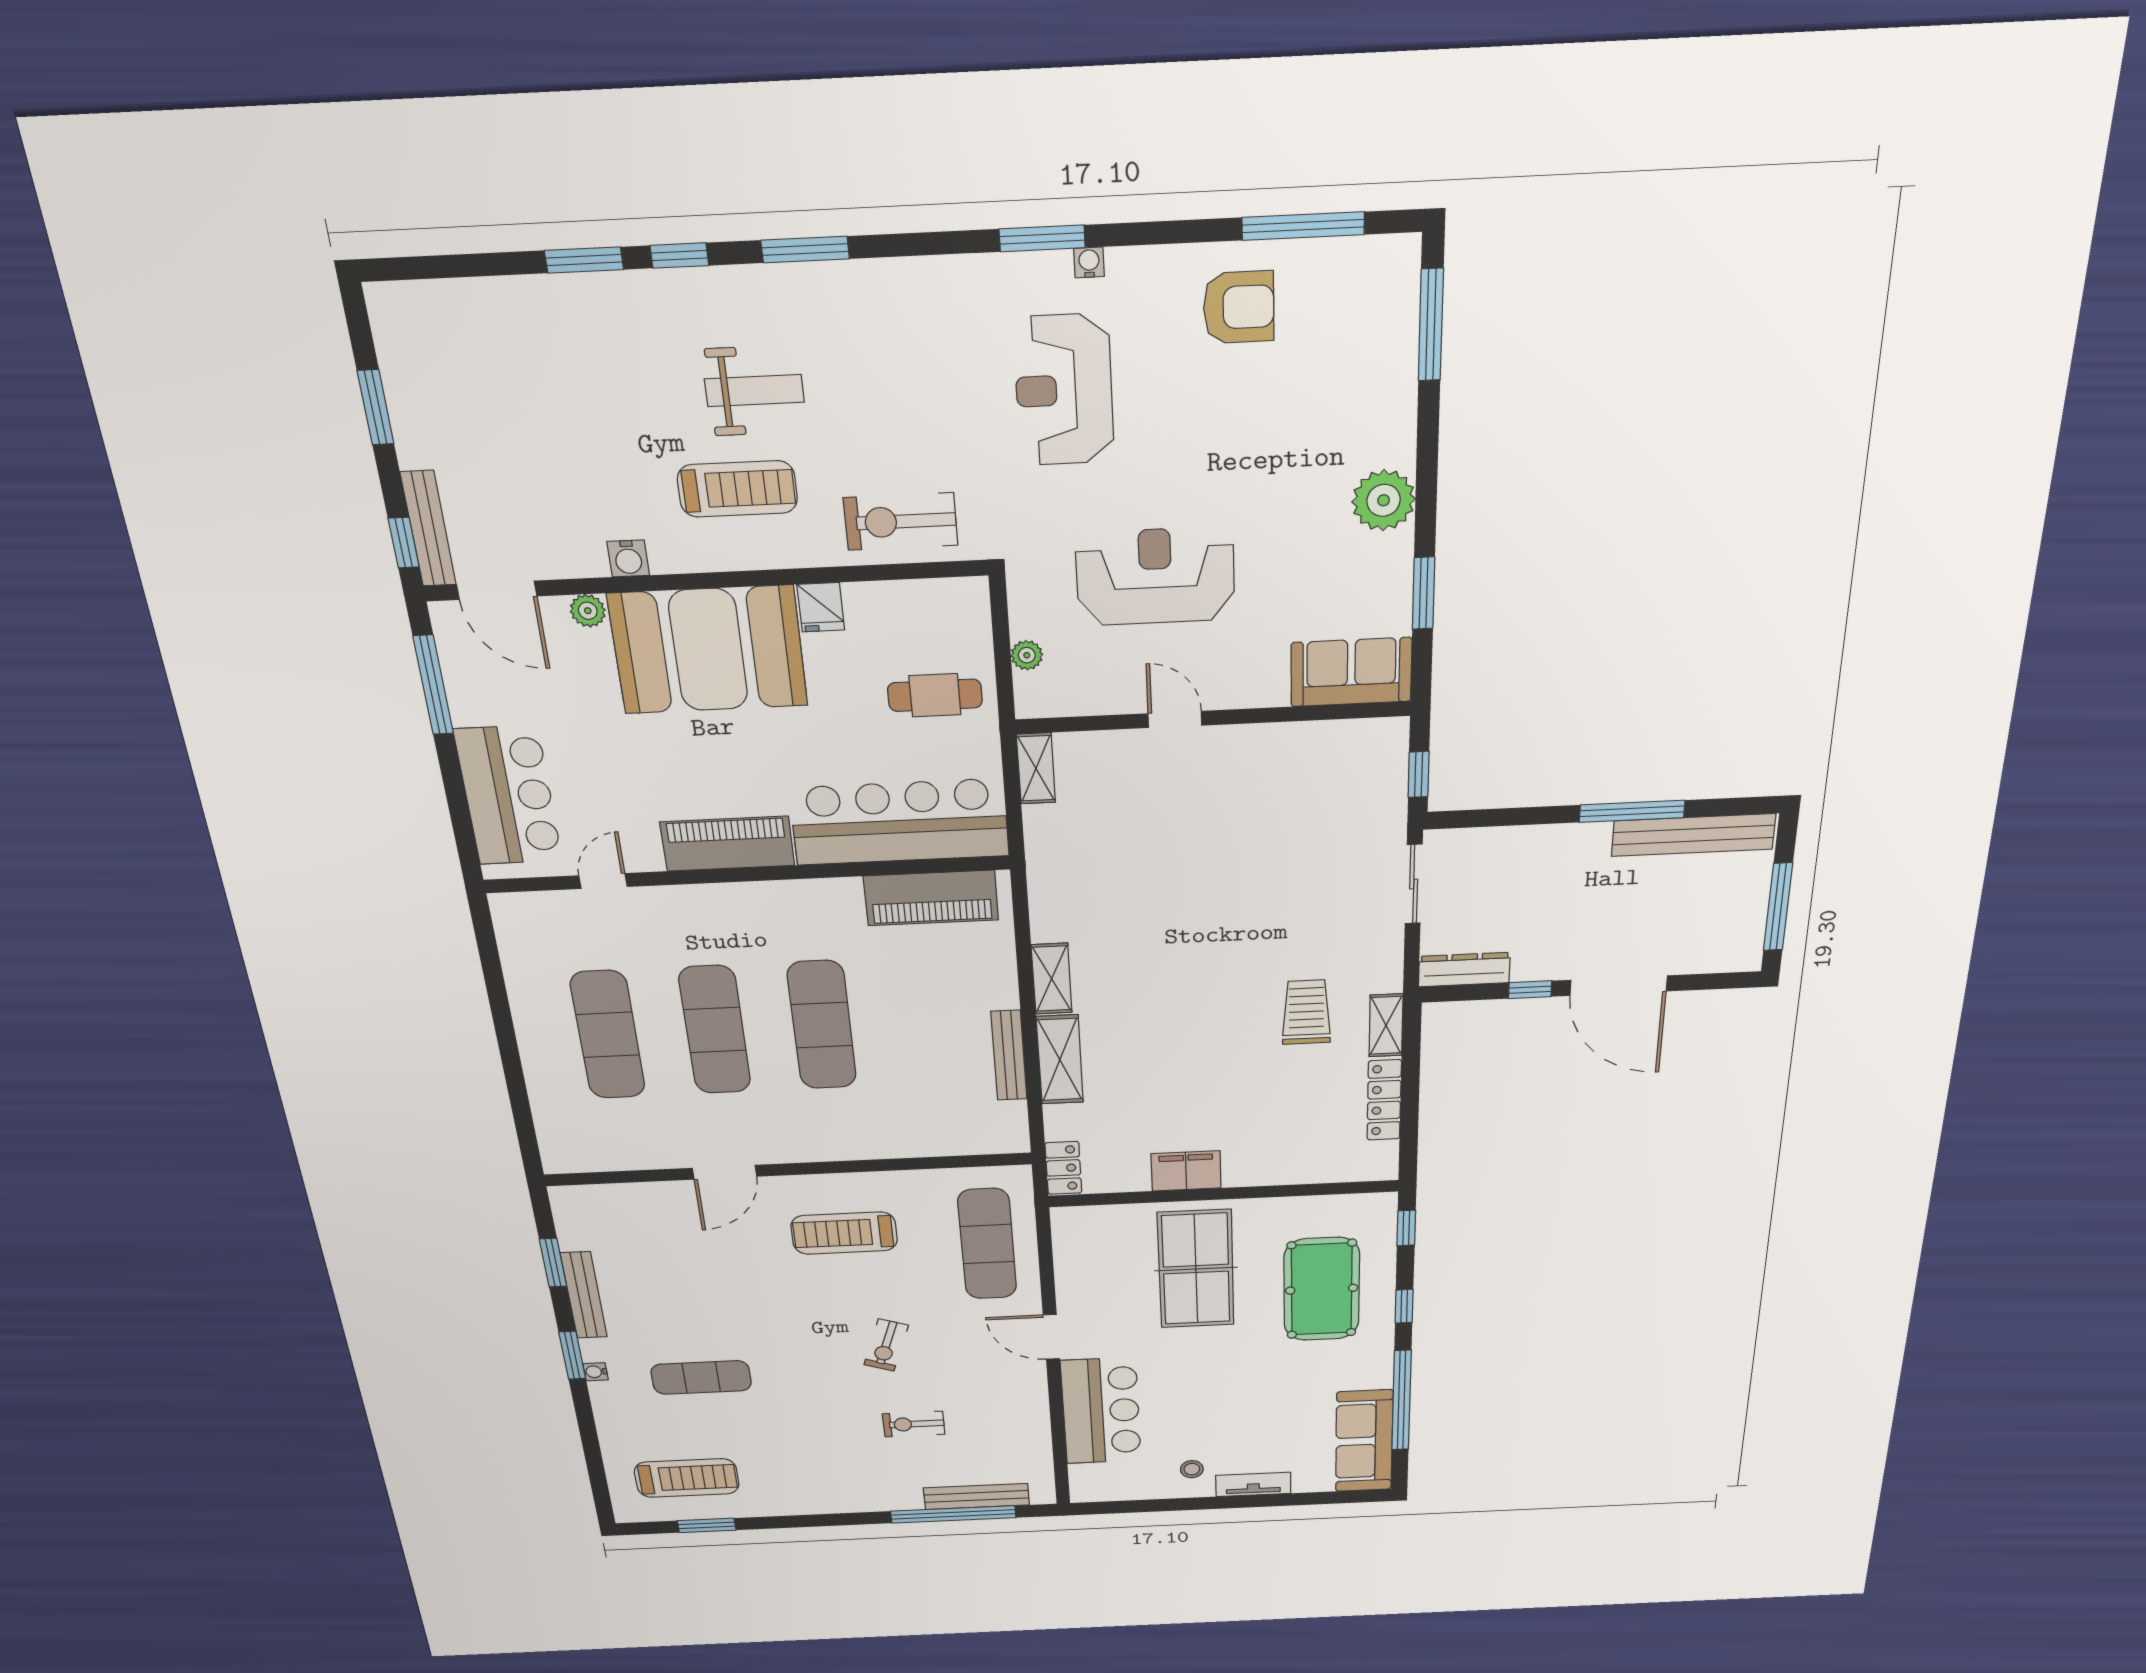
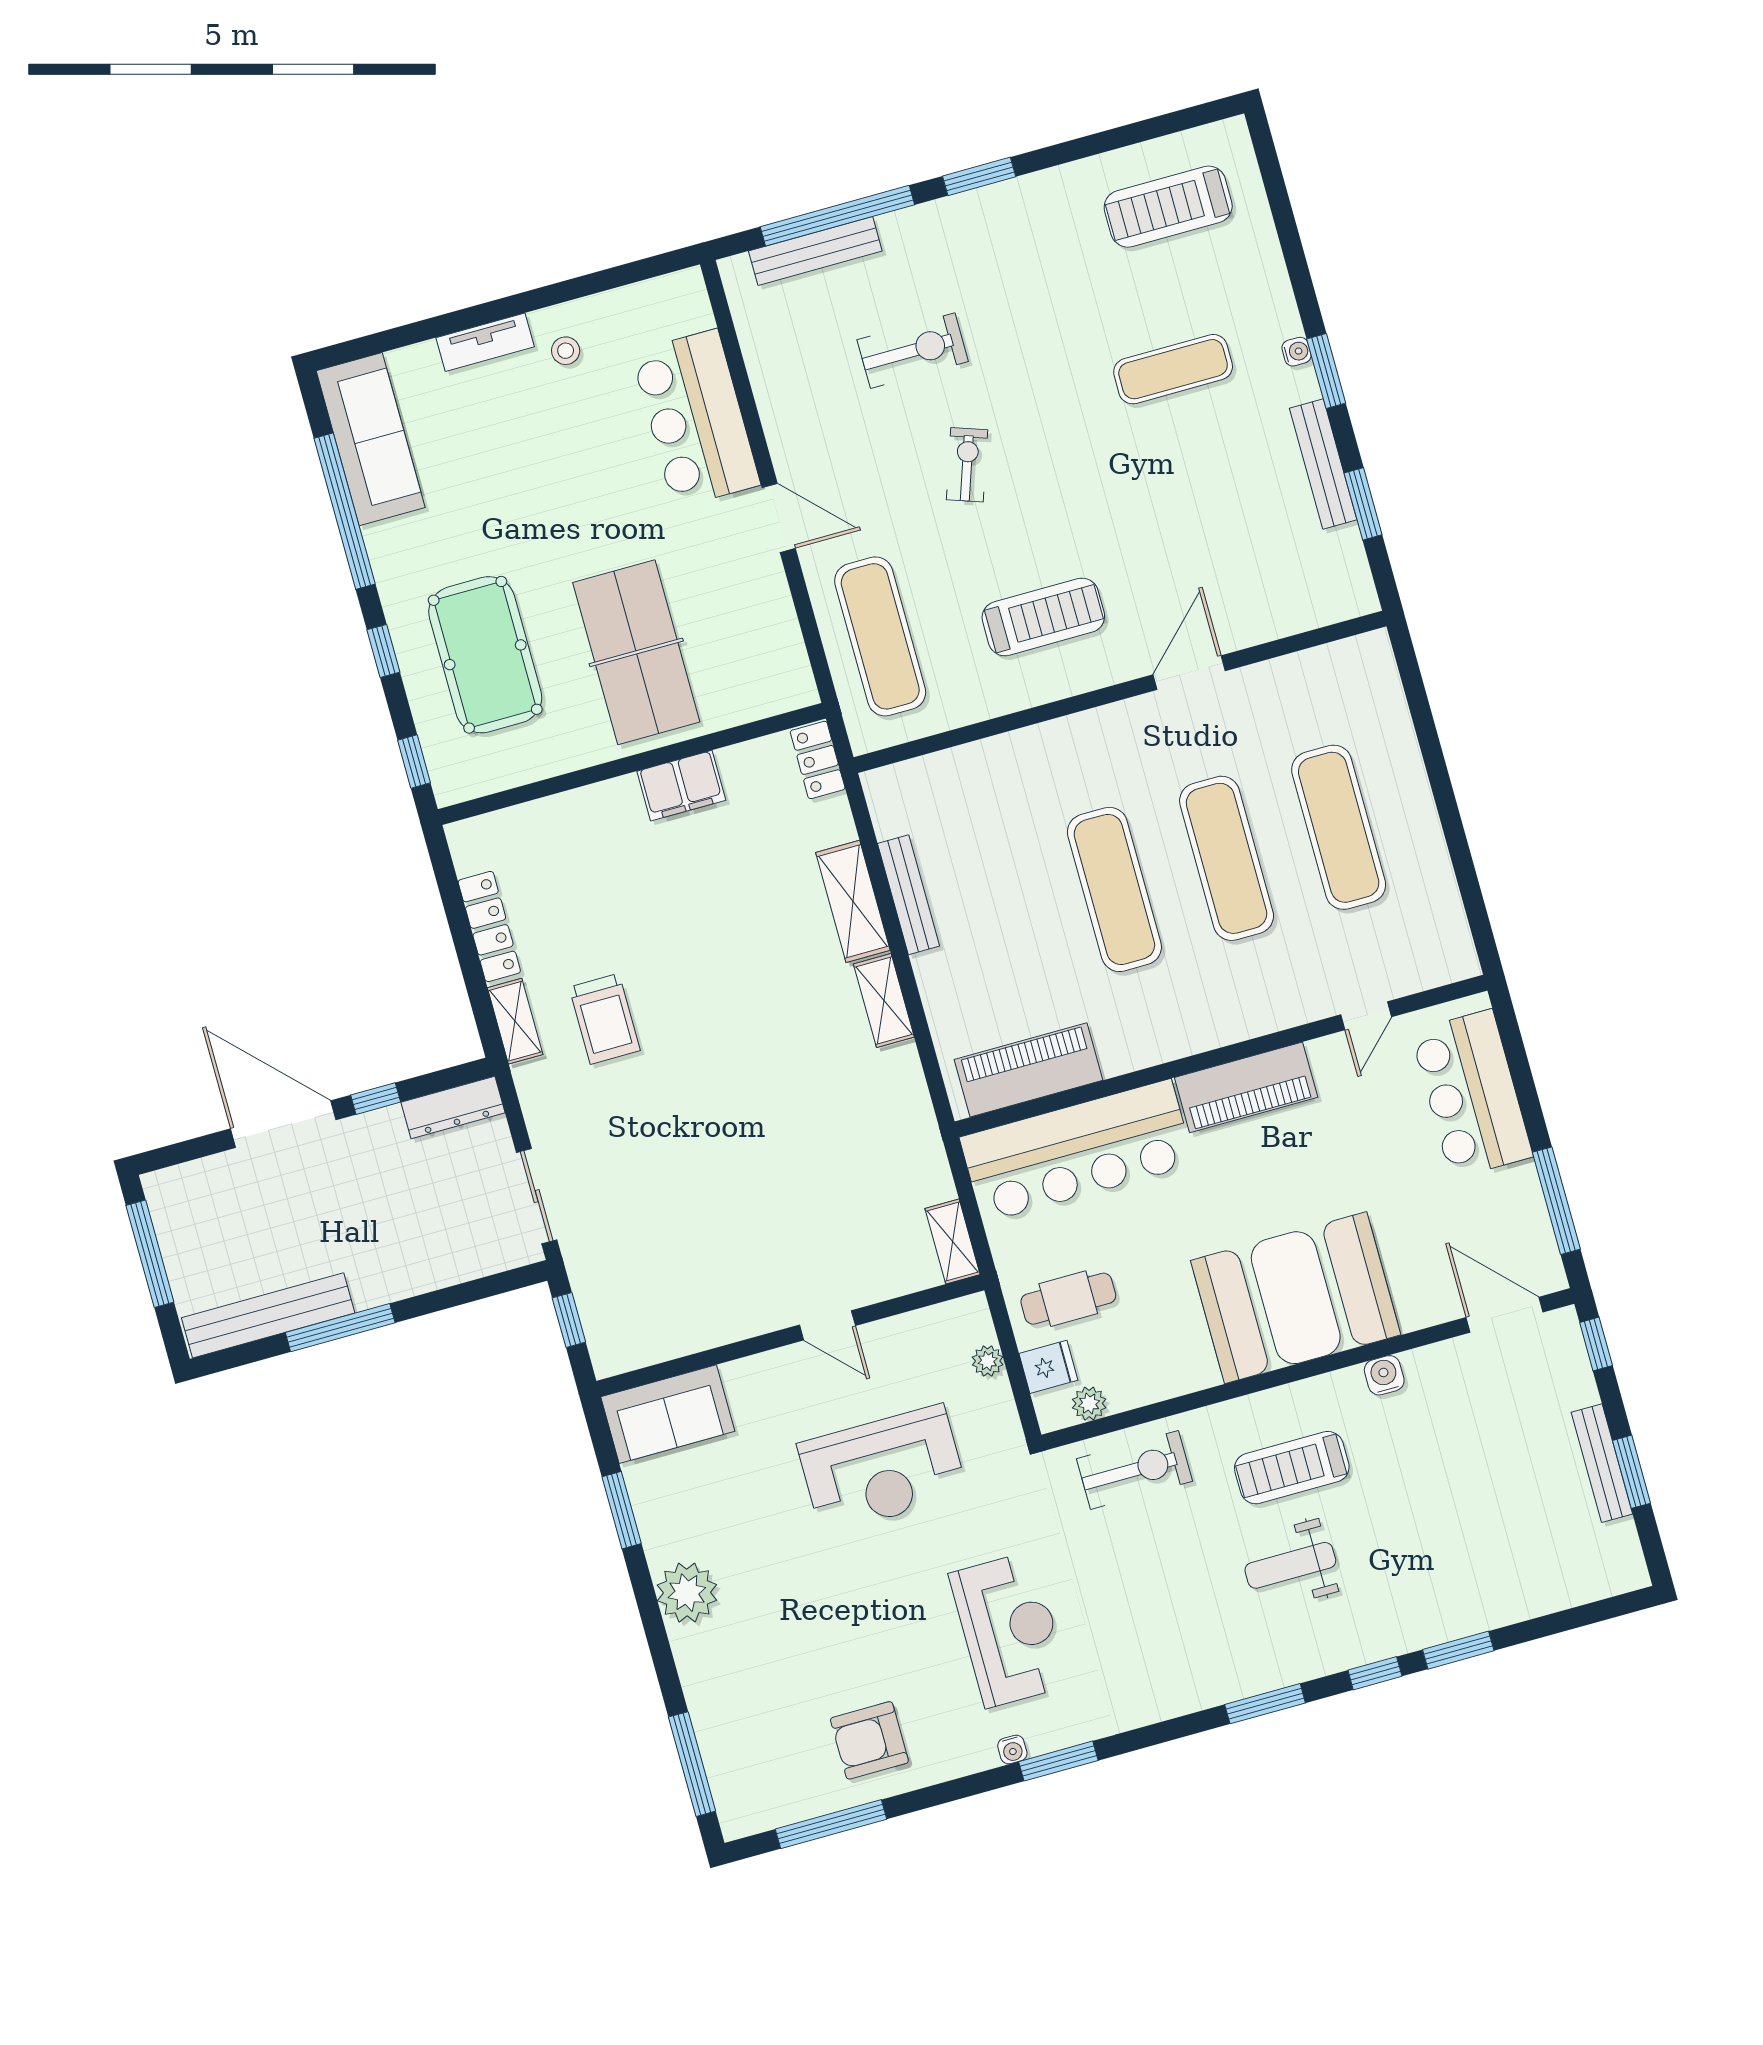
bench: (428, 529) -> (1602, 1463), moved
fridge: (821, 607) -> (1048, 1367), moved, turned 90
plant: (588, 611) -> (1089, 1404), moved
exercise bike: (914, 1424) -> (913, 351), width x1.38, depth x1.39
window: (707, 1525) -> (979, 176), moved

